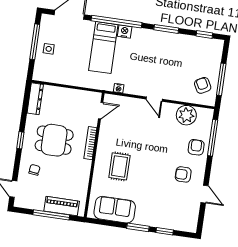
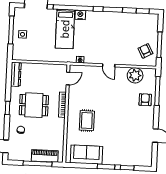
armchair: (183, 174) -> (137, 122), removed

